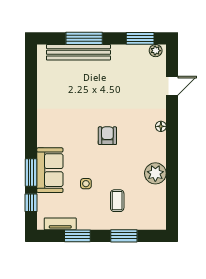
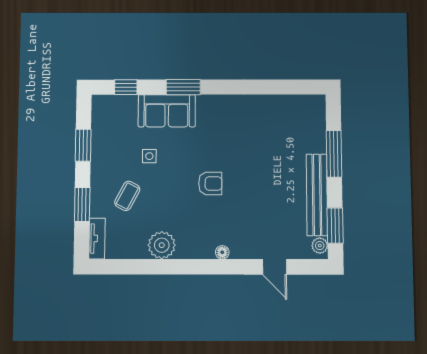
bench: (78, 52) -> (317, 195), moved
window: (31, 172) -> (183, 87), moved
coffee table: (117, 201) -> (127, 196), turned -62
tv unit: (60, 224) -> (97, 238), moved

